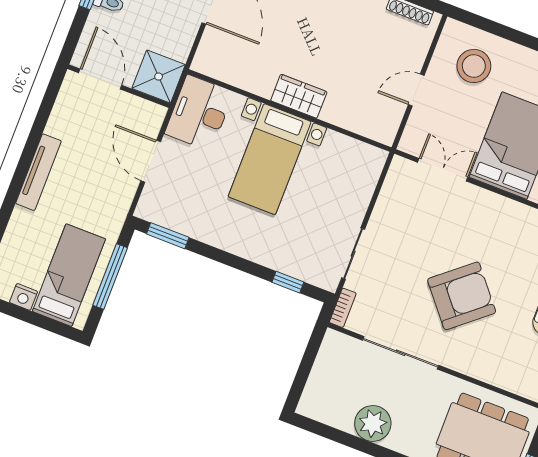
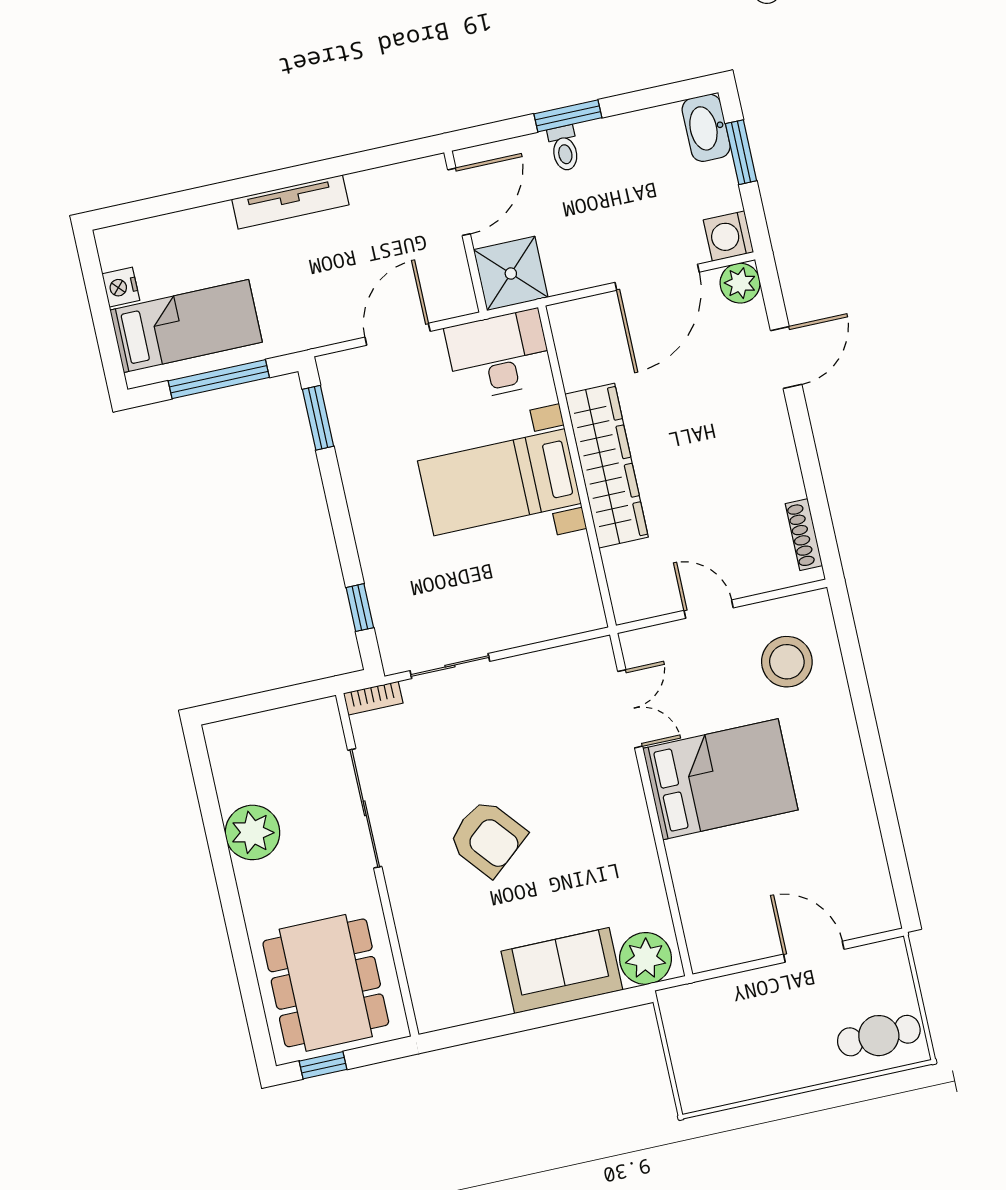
wardrobe: (299, 96) -> (607, 466), width x2.10, depth x1.17
armchair: (462, 296) -> (487, 838), width x0.73, depth x0.73

